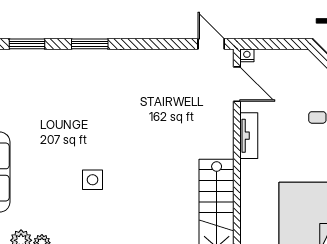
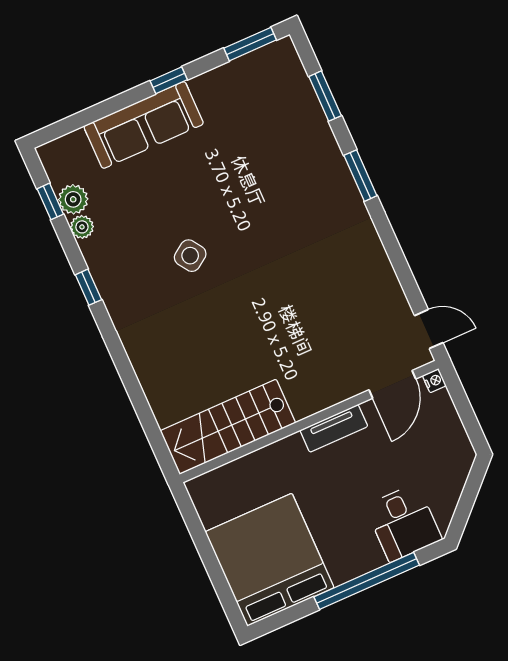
door: (211, 44) -> (429, 329), hinge flipped
side table: (93, 180) -> (190, 256), turned -34

